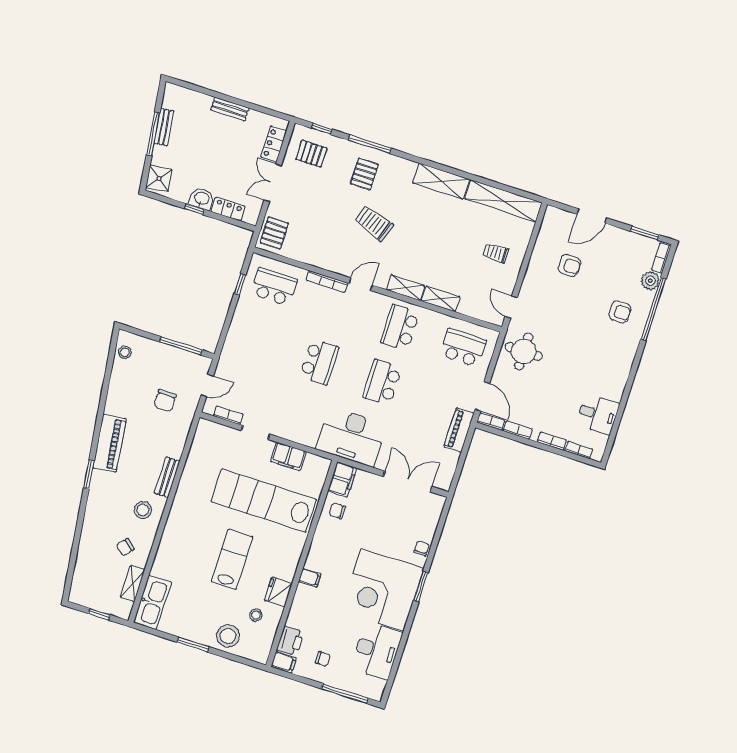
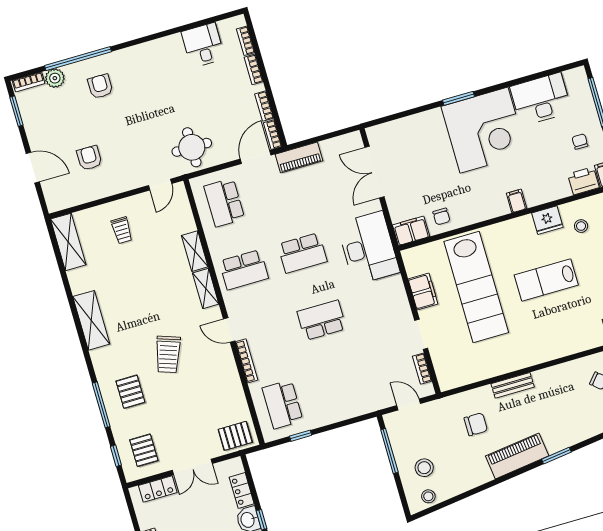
pallet: (364, 174) -> (130, 392), turned 90
shelving: (503, 201) -> (68, 242), width x0.68
chair: (165, 400) -> (476, 424), moved
stool: (143, 510) -> (424, 468), moved
chair: (422, 548) -> (425, 120), removed

